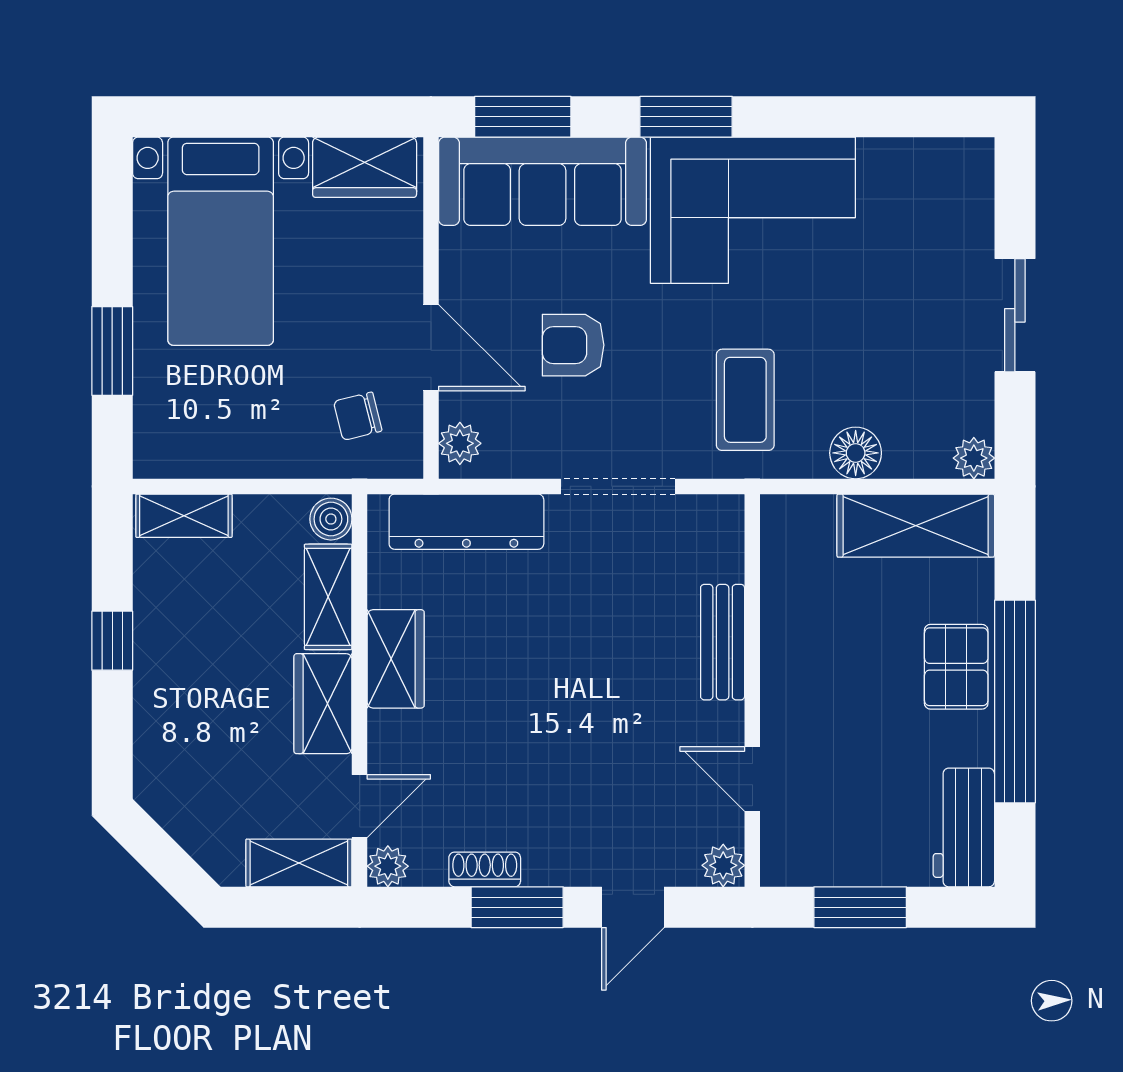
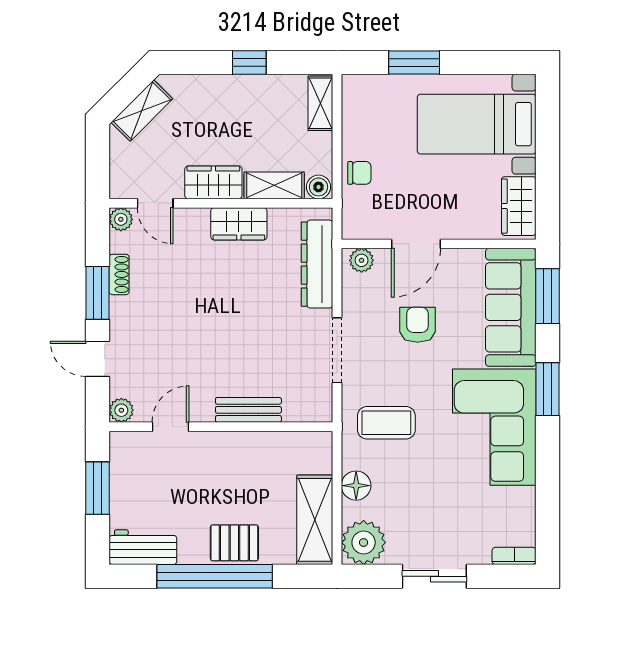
bookcase: (979, 176) -> (514, 556), added
chair: (358, 416) -> (359, 173), moved, turned 104
plant: (974, 458) -> (364, 542), width x1.87, depth x1.87
shelving: (299, 863) -> (142, 111), moved, turned 45

